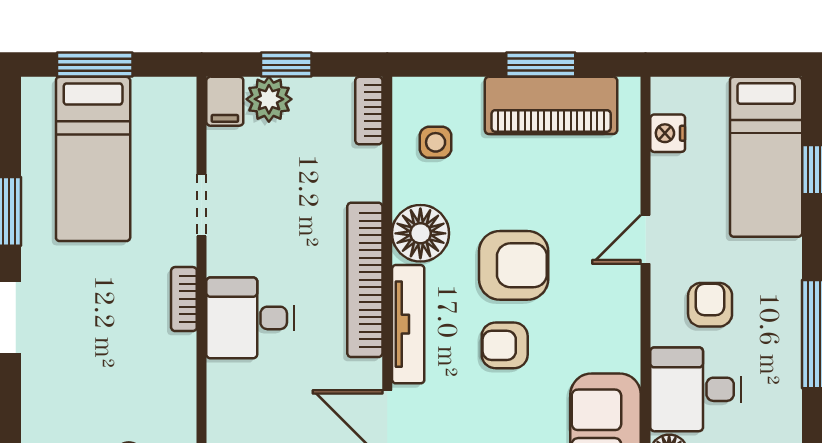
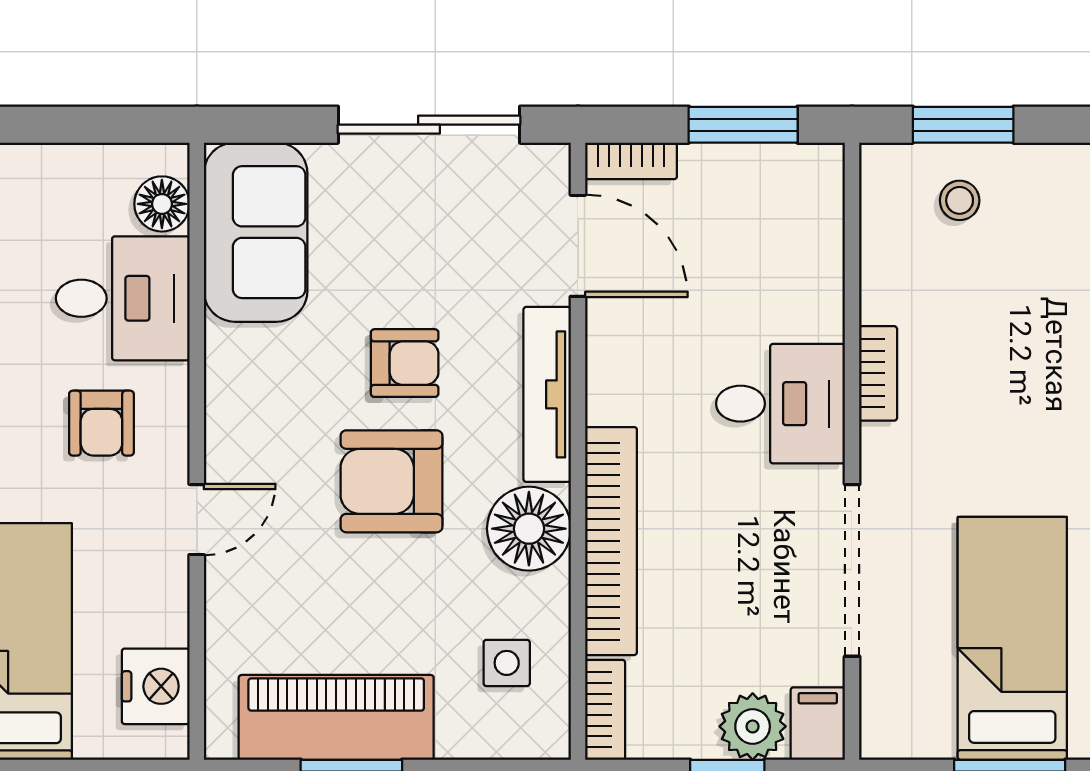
nightstand: (668, 133) -> (156, 686), width x1.36, depth x1.33
doorway: (202, 205) -> (852, 570), width x1.88
bookcase: (365, 280) -> (611, 541), moved
bookcase: (184, 299) -> (878, 373), moved

